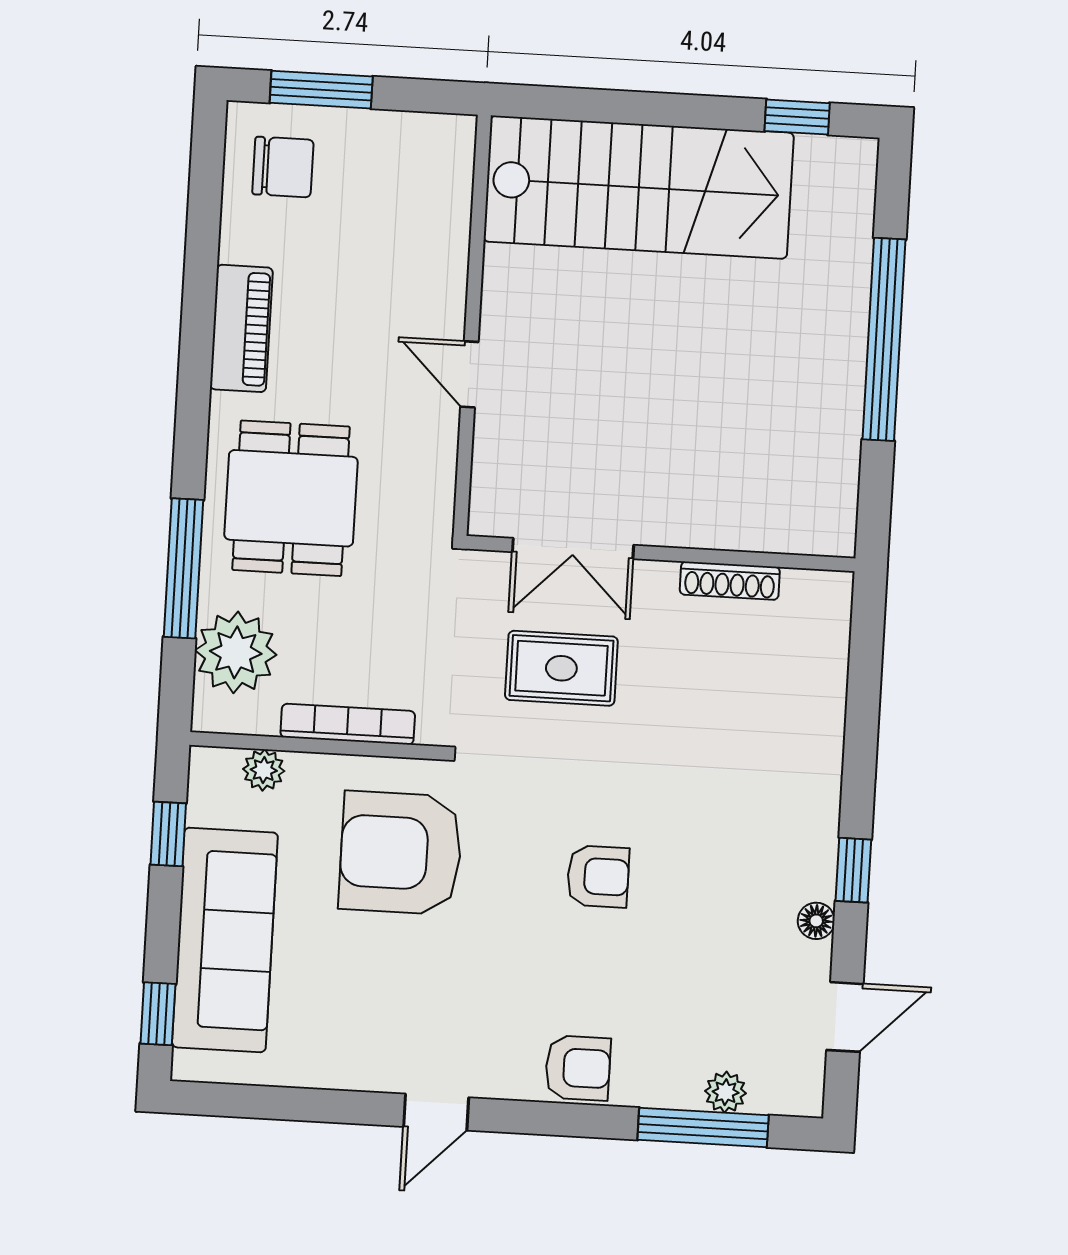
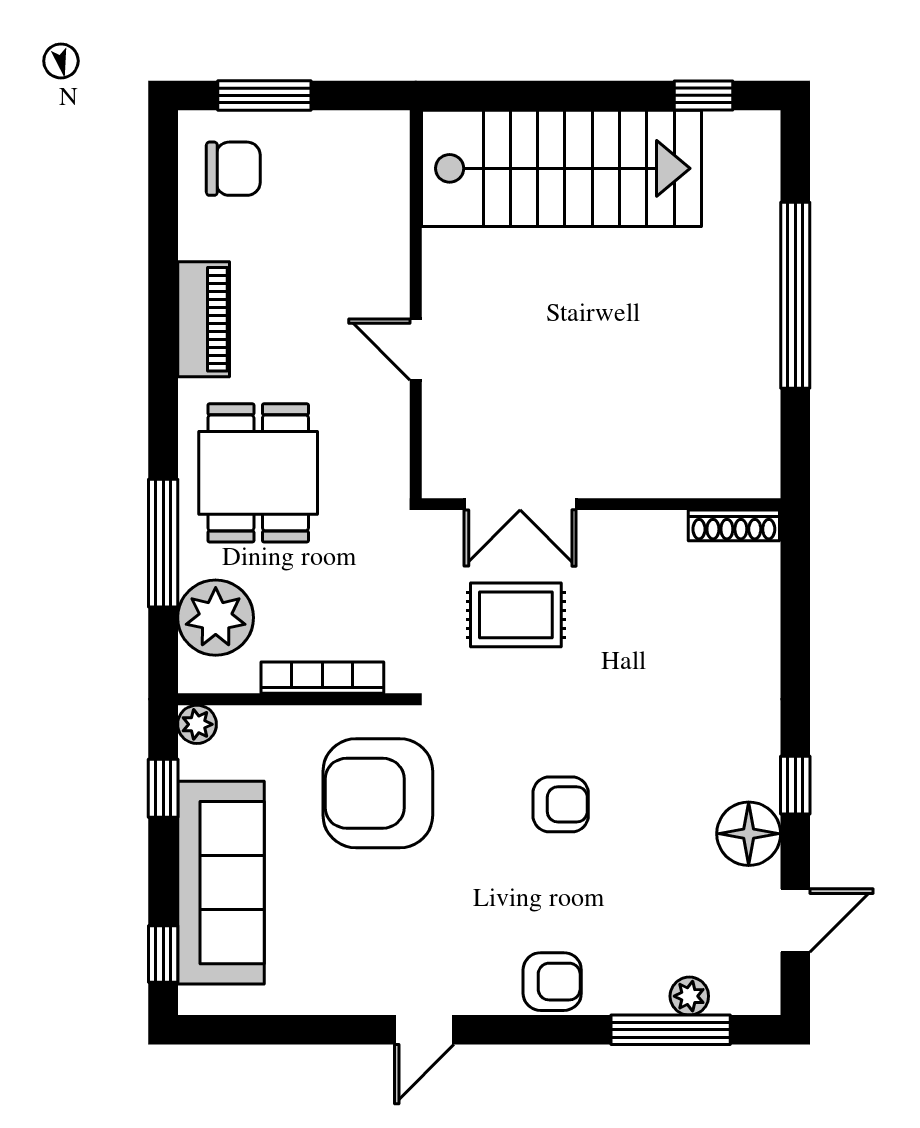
shoe rack: (730, 581) -> (734, 525), moved
plant: (264, 770) -> (197, 724), moved
floor lamp: (816, 921) -> (749, 834), width x1.89, depth x1.89

